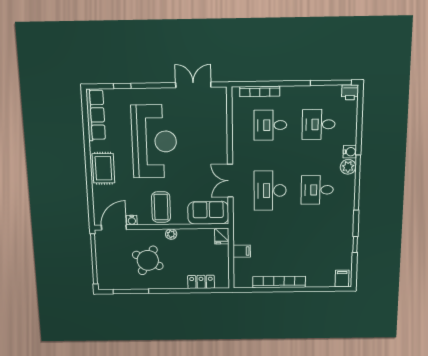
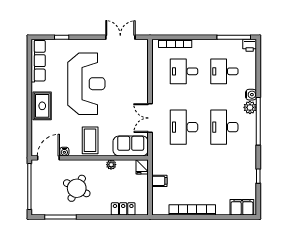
desk: (317, 190) -> (224, 127), width x1.37
plant: (171, 234) -> (111, 165), moved
filing cabinet: (342, 279) -> (242, 207), width x2.00

